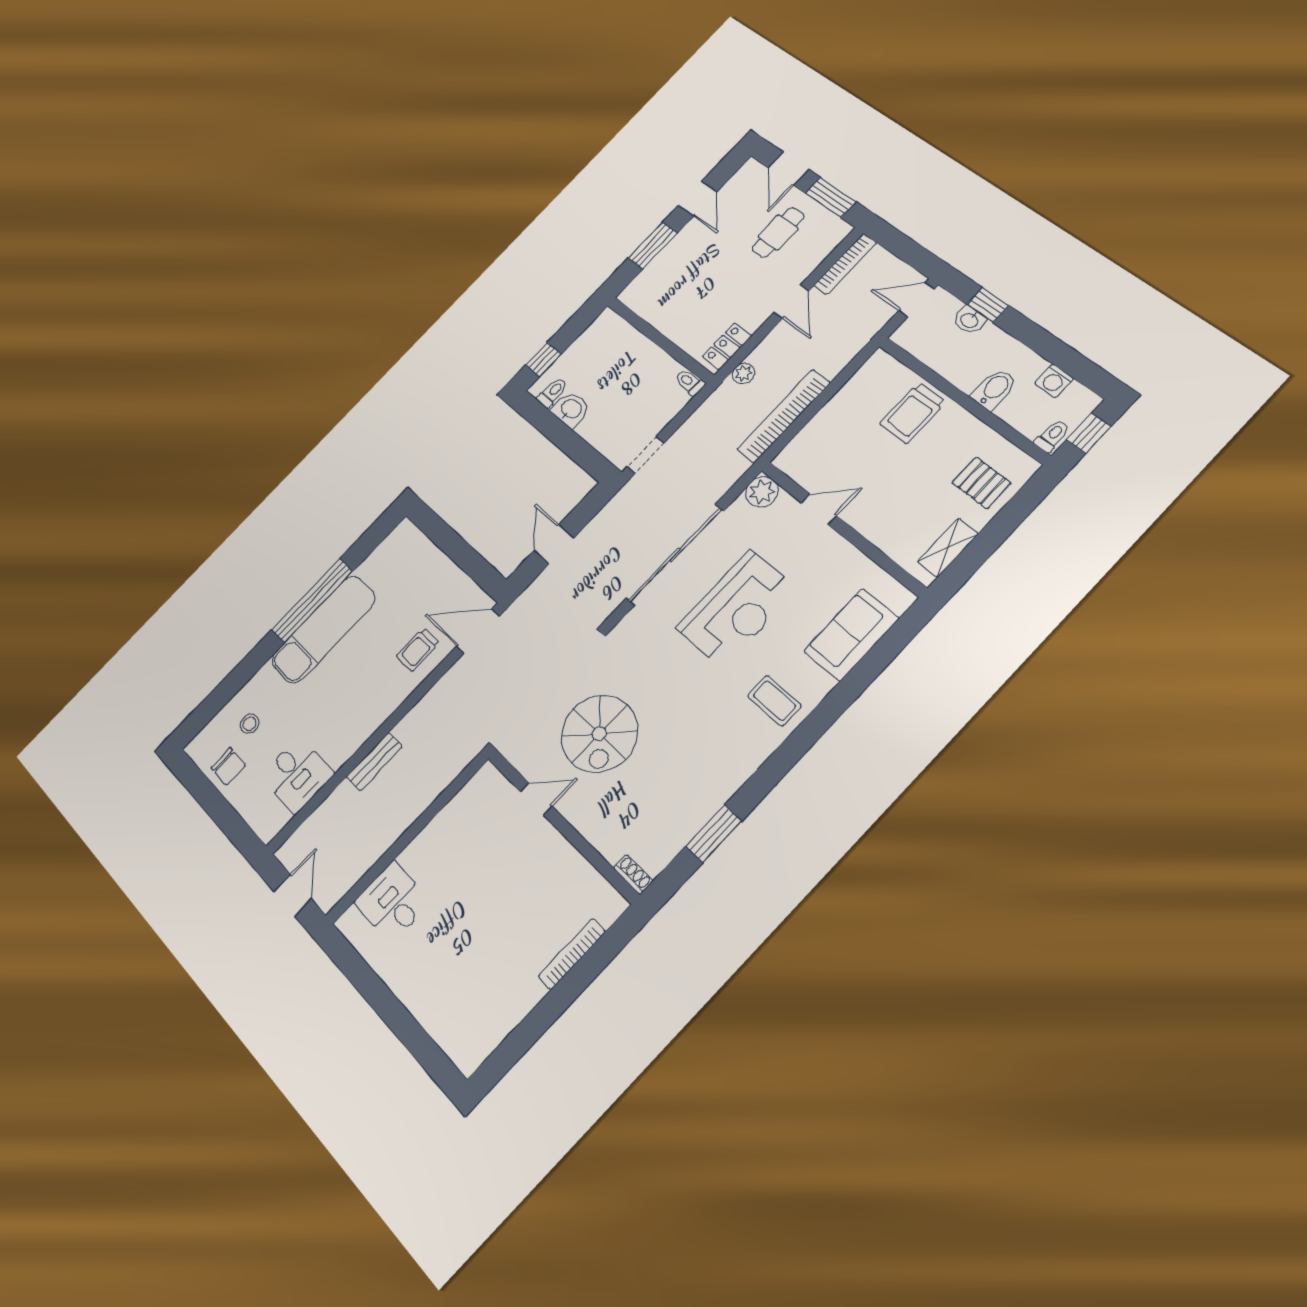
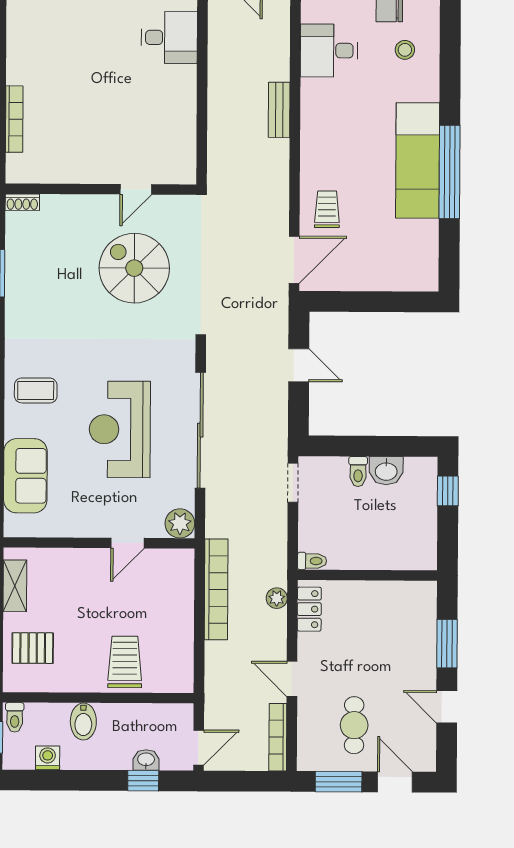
toilet: (552, 393) -> (358, 472), moved

